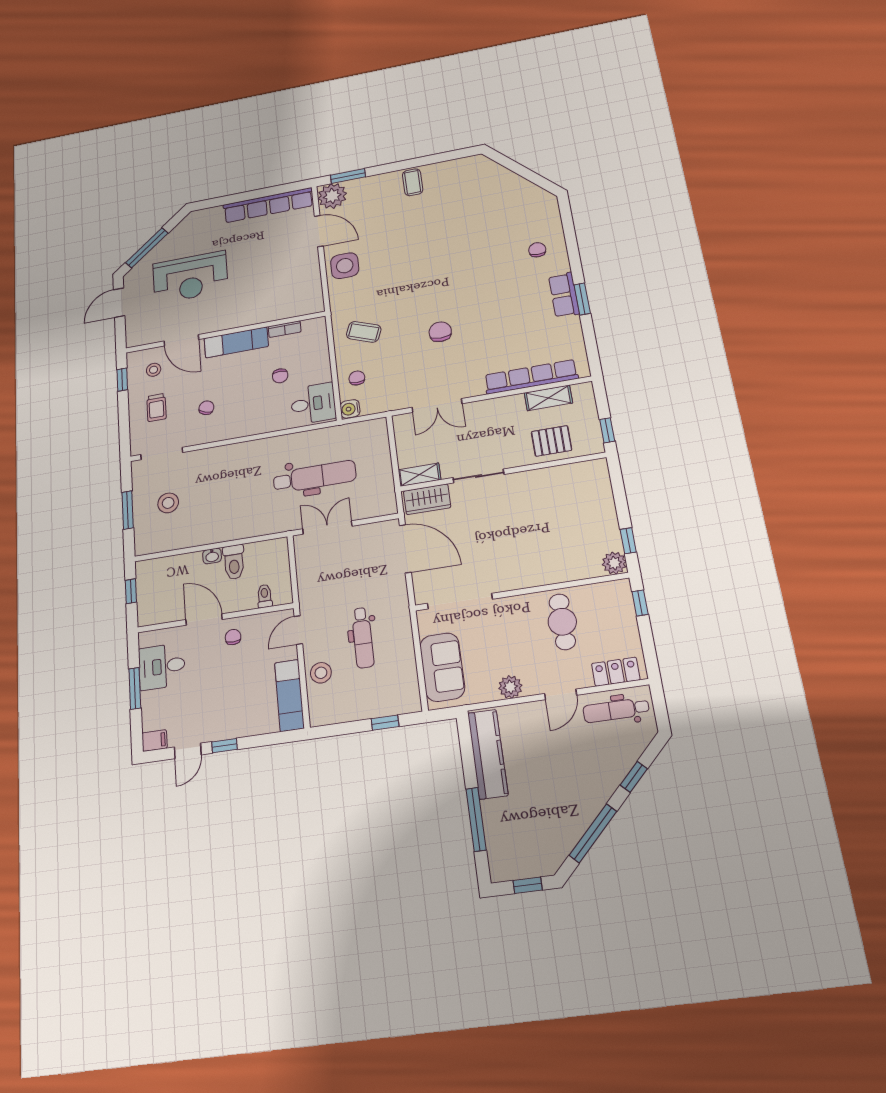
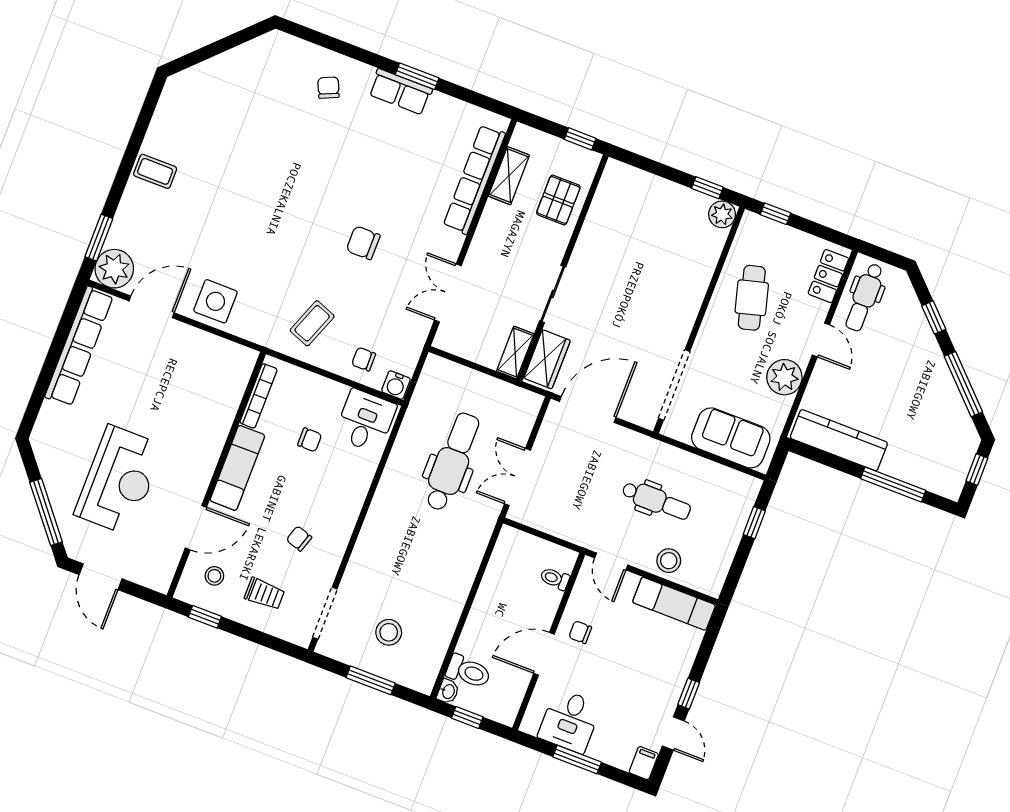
chair: (537, 250) -> (328, 88), turned 64
bookcase: (285, 329) -> (259, 396), width x1.56
double door: (437, 406) -> (448, 293), swing flipped
washbasin: (212, 556) -> (448, 691), moved
toilet: (234, 562) -> (468, 672), moved
cafe table: (562, 622) -> (752, 298), turned 75
plant: (510, 687) -> (784, 377), width x1.36, depth x1.36

